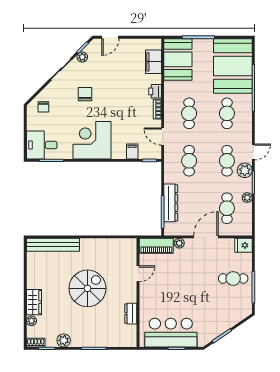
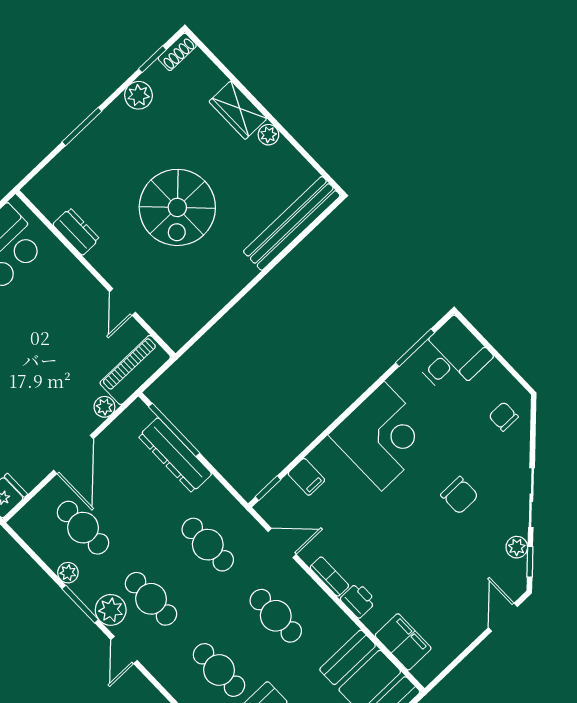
plant: (31, 321) -> (268, 135), moved

